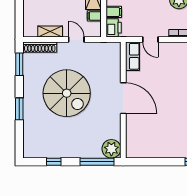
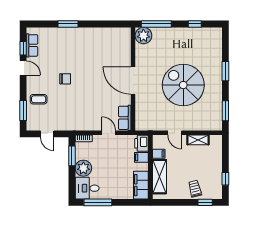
shoe rack: (40, 47) -> (207, 126), removed

